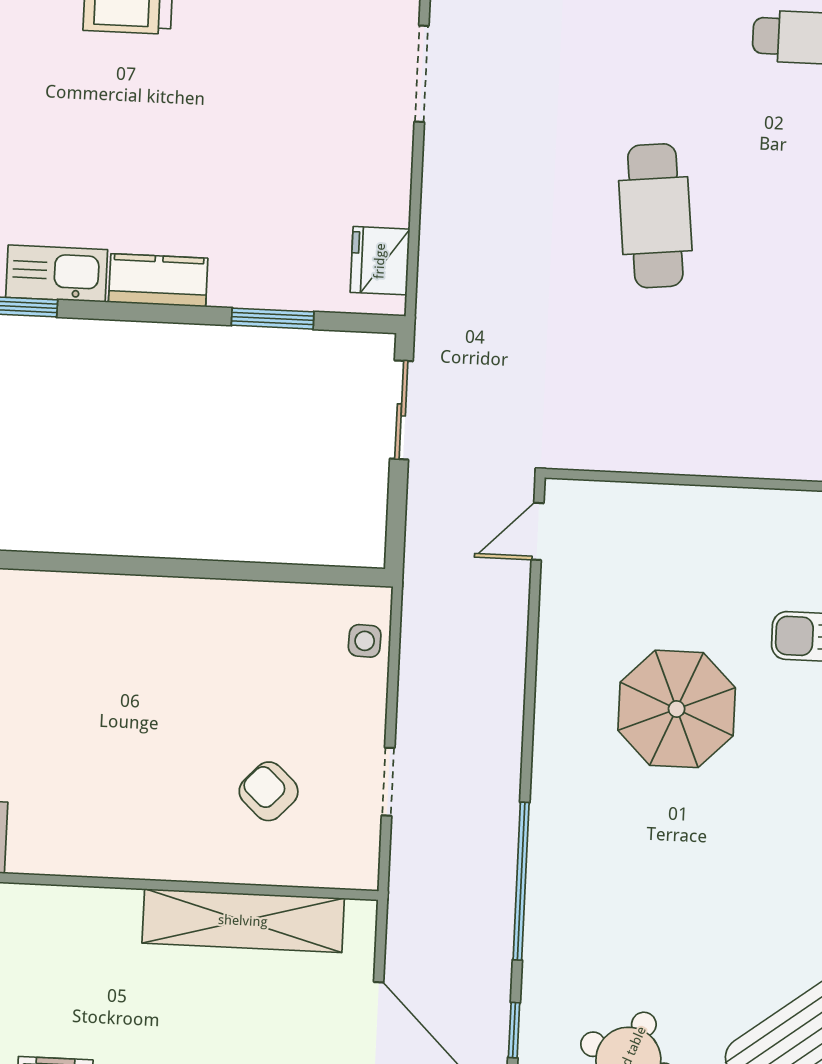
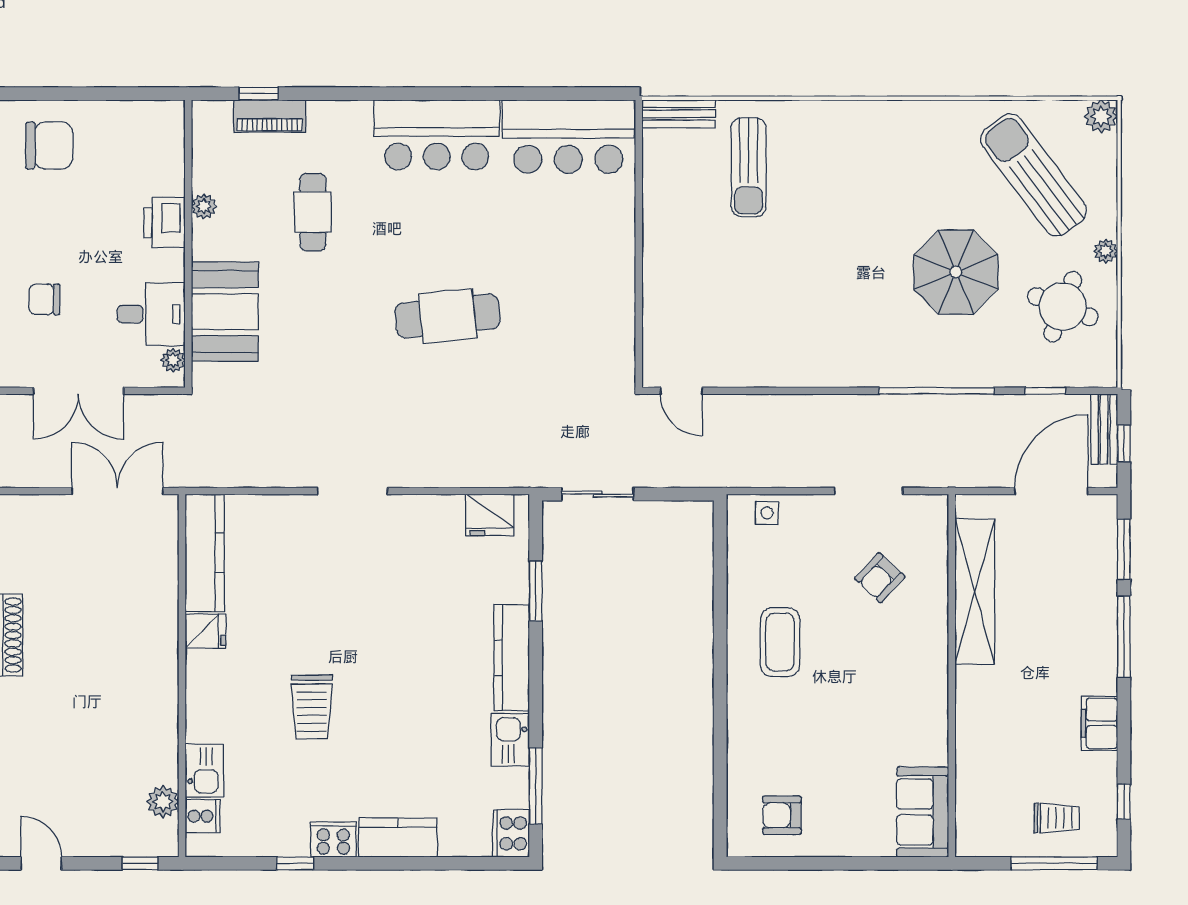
kitchen sink: (57, 273) -> (510, 740), width x0.73
kitchen counter: (158, 280) -> (512, 658), width x1.50
coffee table: (187, 650) -> (780, 642), added
parasol: (677, 709) -> (956, 272), moved
doorway: (388, 782) -> (869, 491), width x1.38

